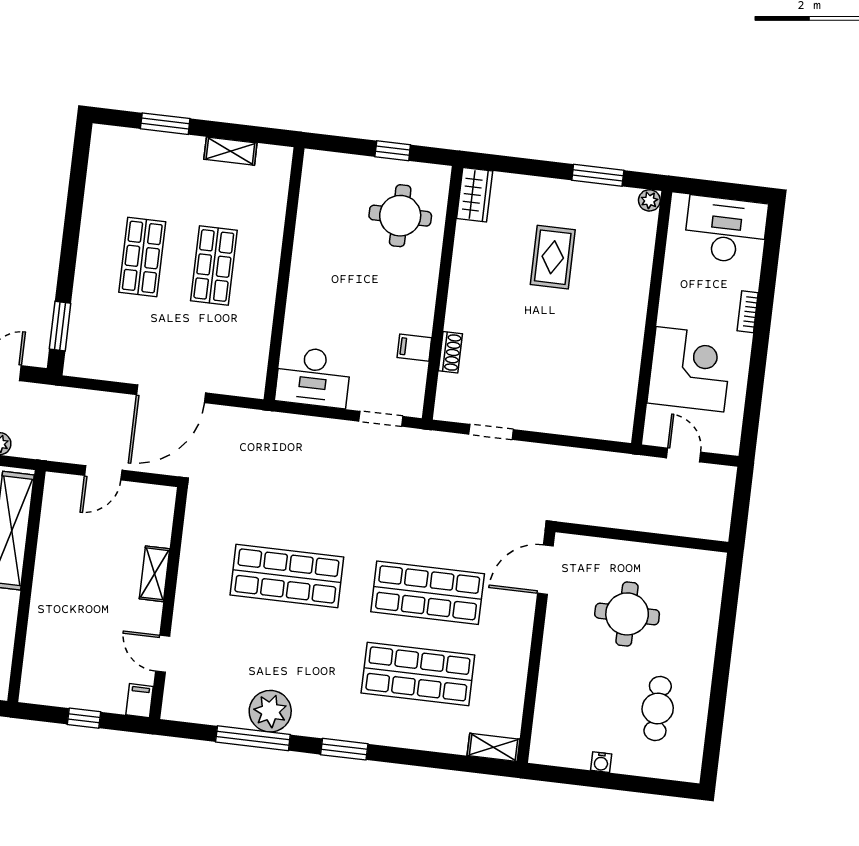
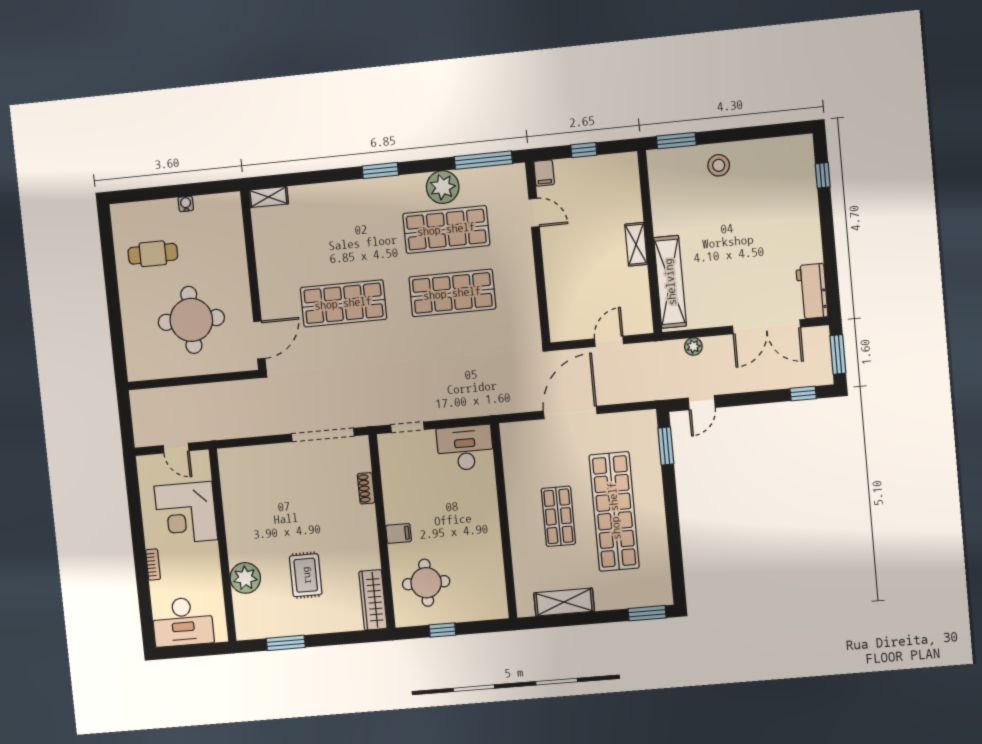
window: (165, 124) -> (647, 613), moved
shelving: (230, 151) -> (564, 602), width x1.50, depth x1.33
wardrobe: (475, 195) -> (373, 600), width x1.50
plant: (649, 200) -> (245, 578), moved, width x1.87, depth x1.87
shop shelf: (142, 257) -> (614, 511), width x2.00, depth x1.36
filing cabinet: (414, 348) -> (399, 533), moved
doorway: (491, 432) -> (323, 435), width x1.88
shelving: (154, 574) -> (636, 244), moved
round table: (627, 614) -> (191, 320), width x1.36, depth x1.36
shop shelf: (418, 674) -> (446, 229), moved
cafe table: (658, 709) -> (153, 254), turned 90
window: (253, 738) -> (483, 160), moved

